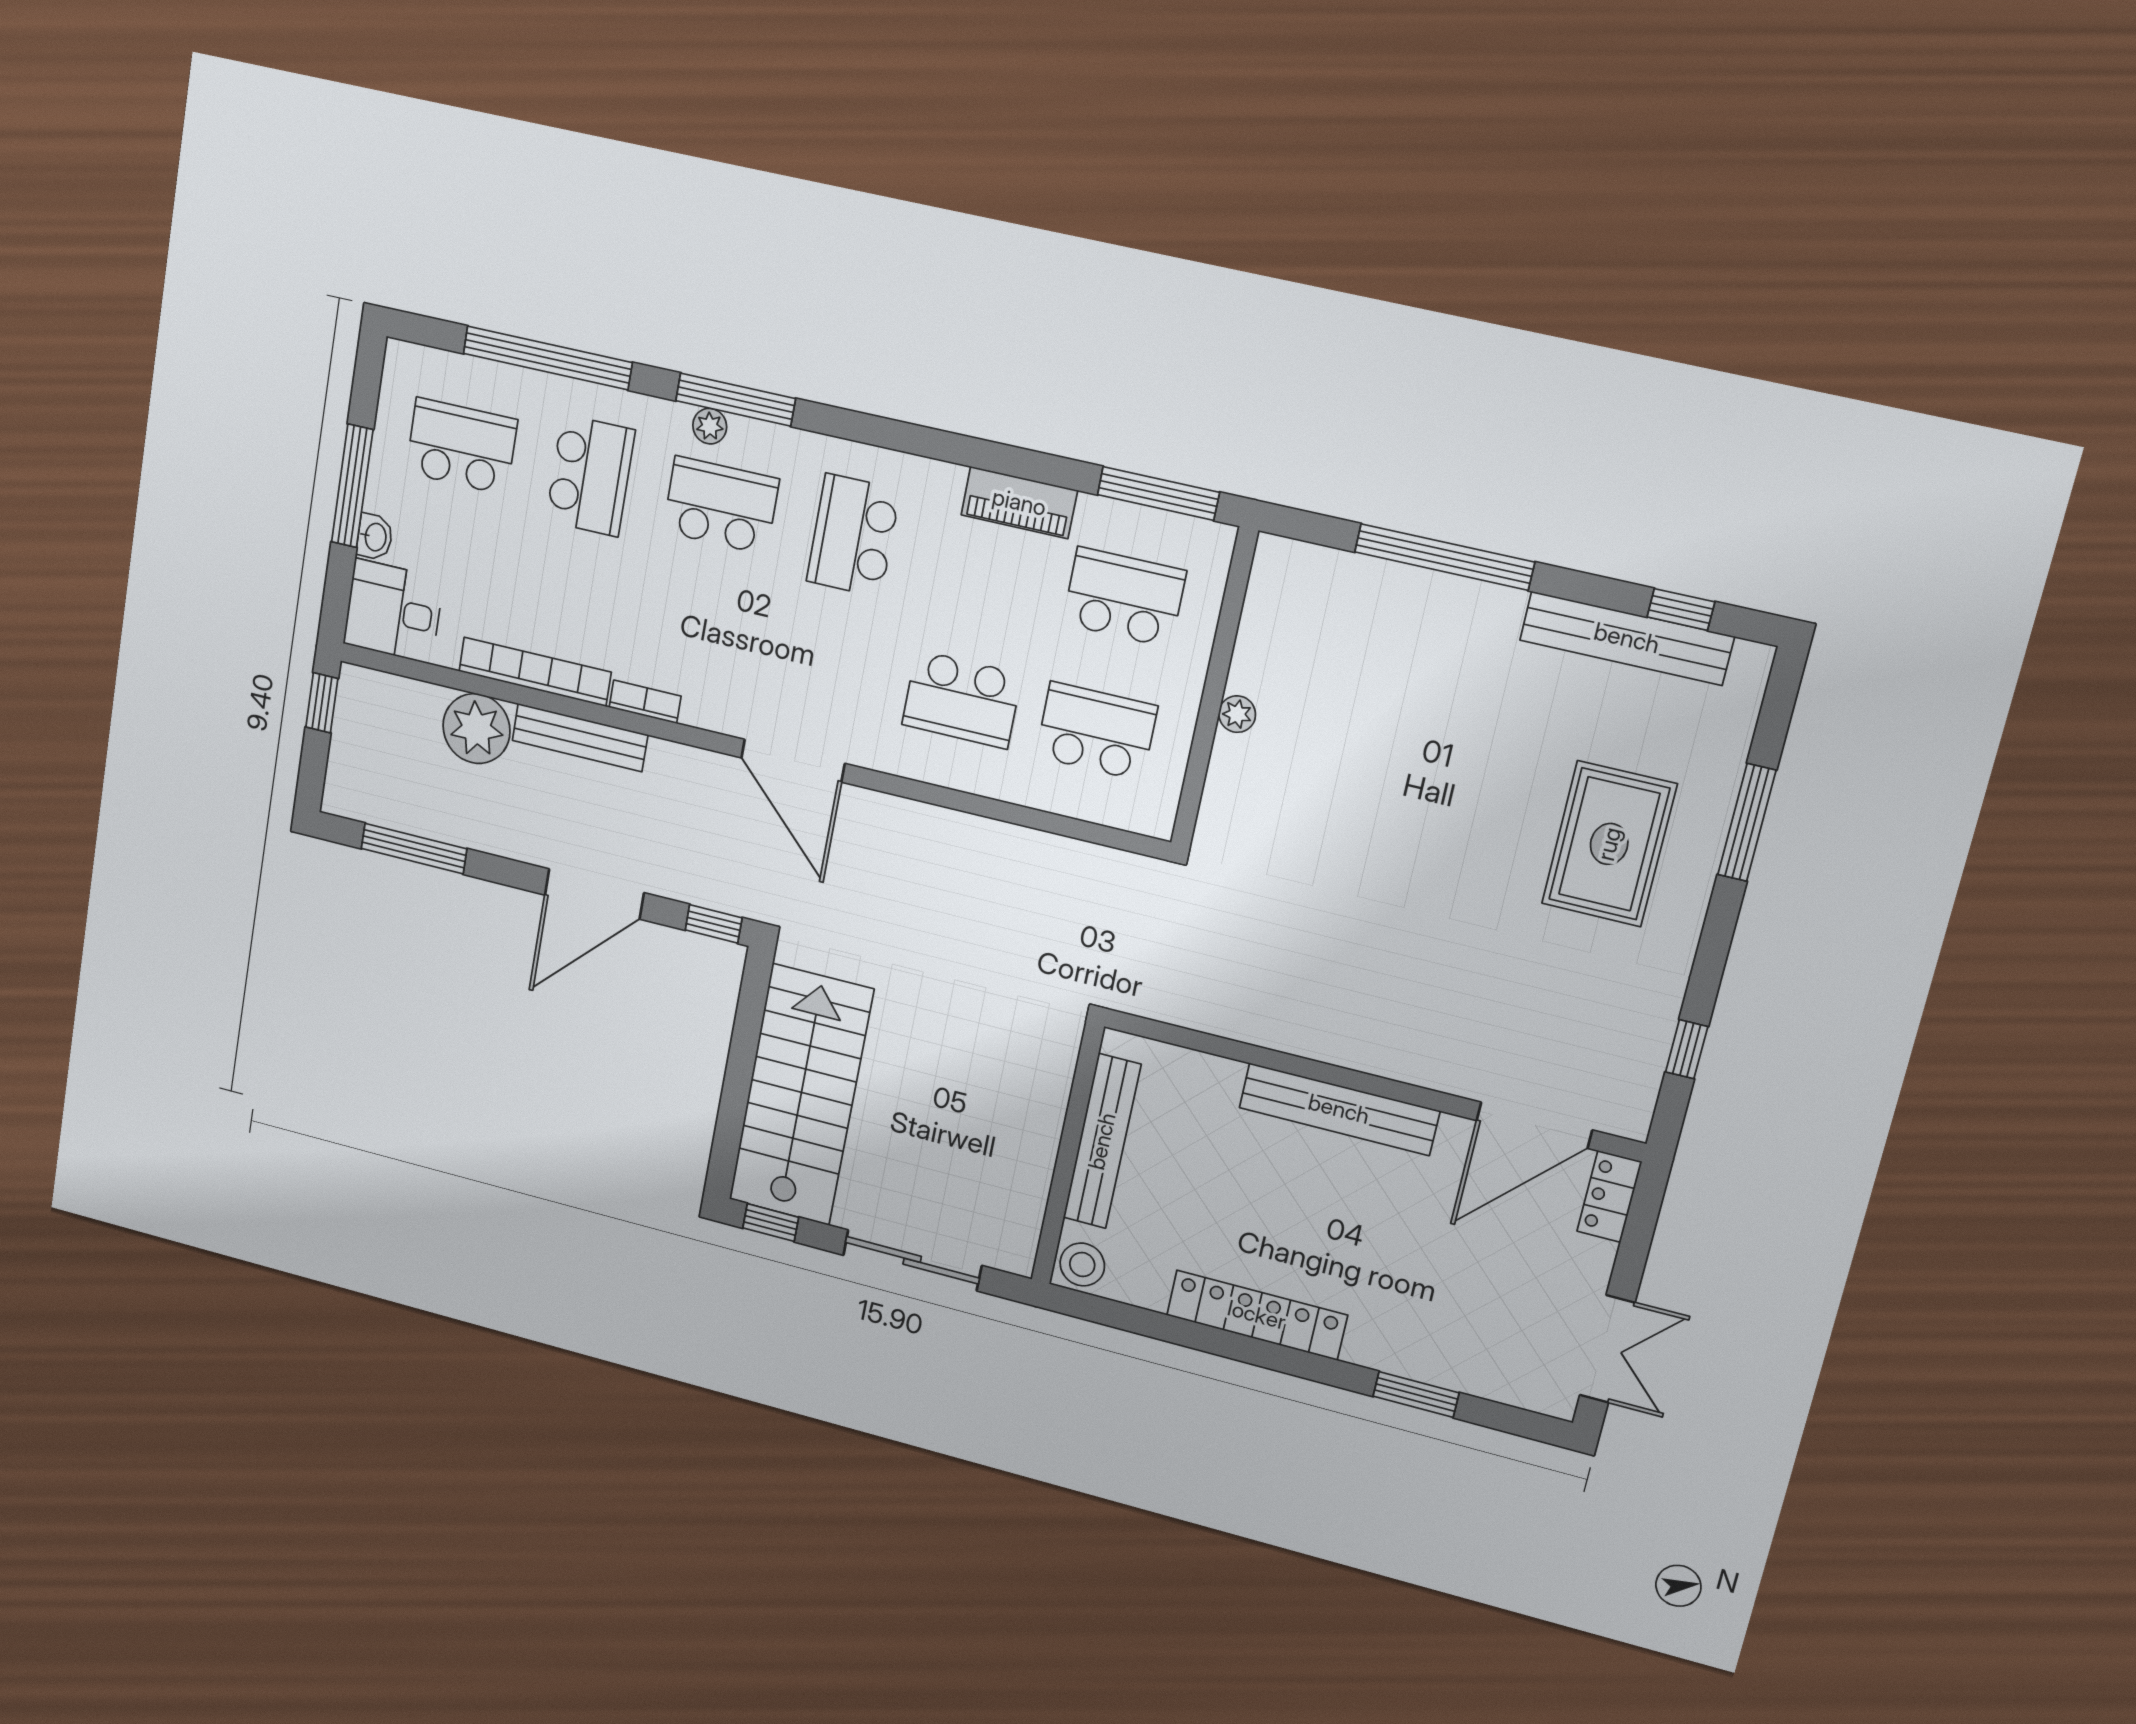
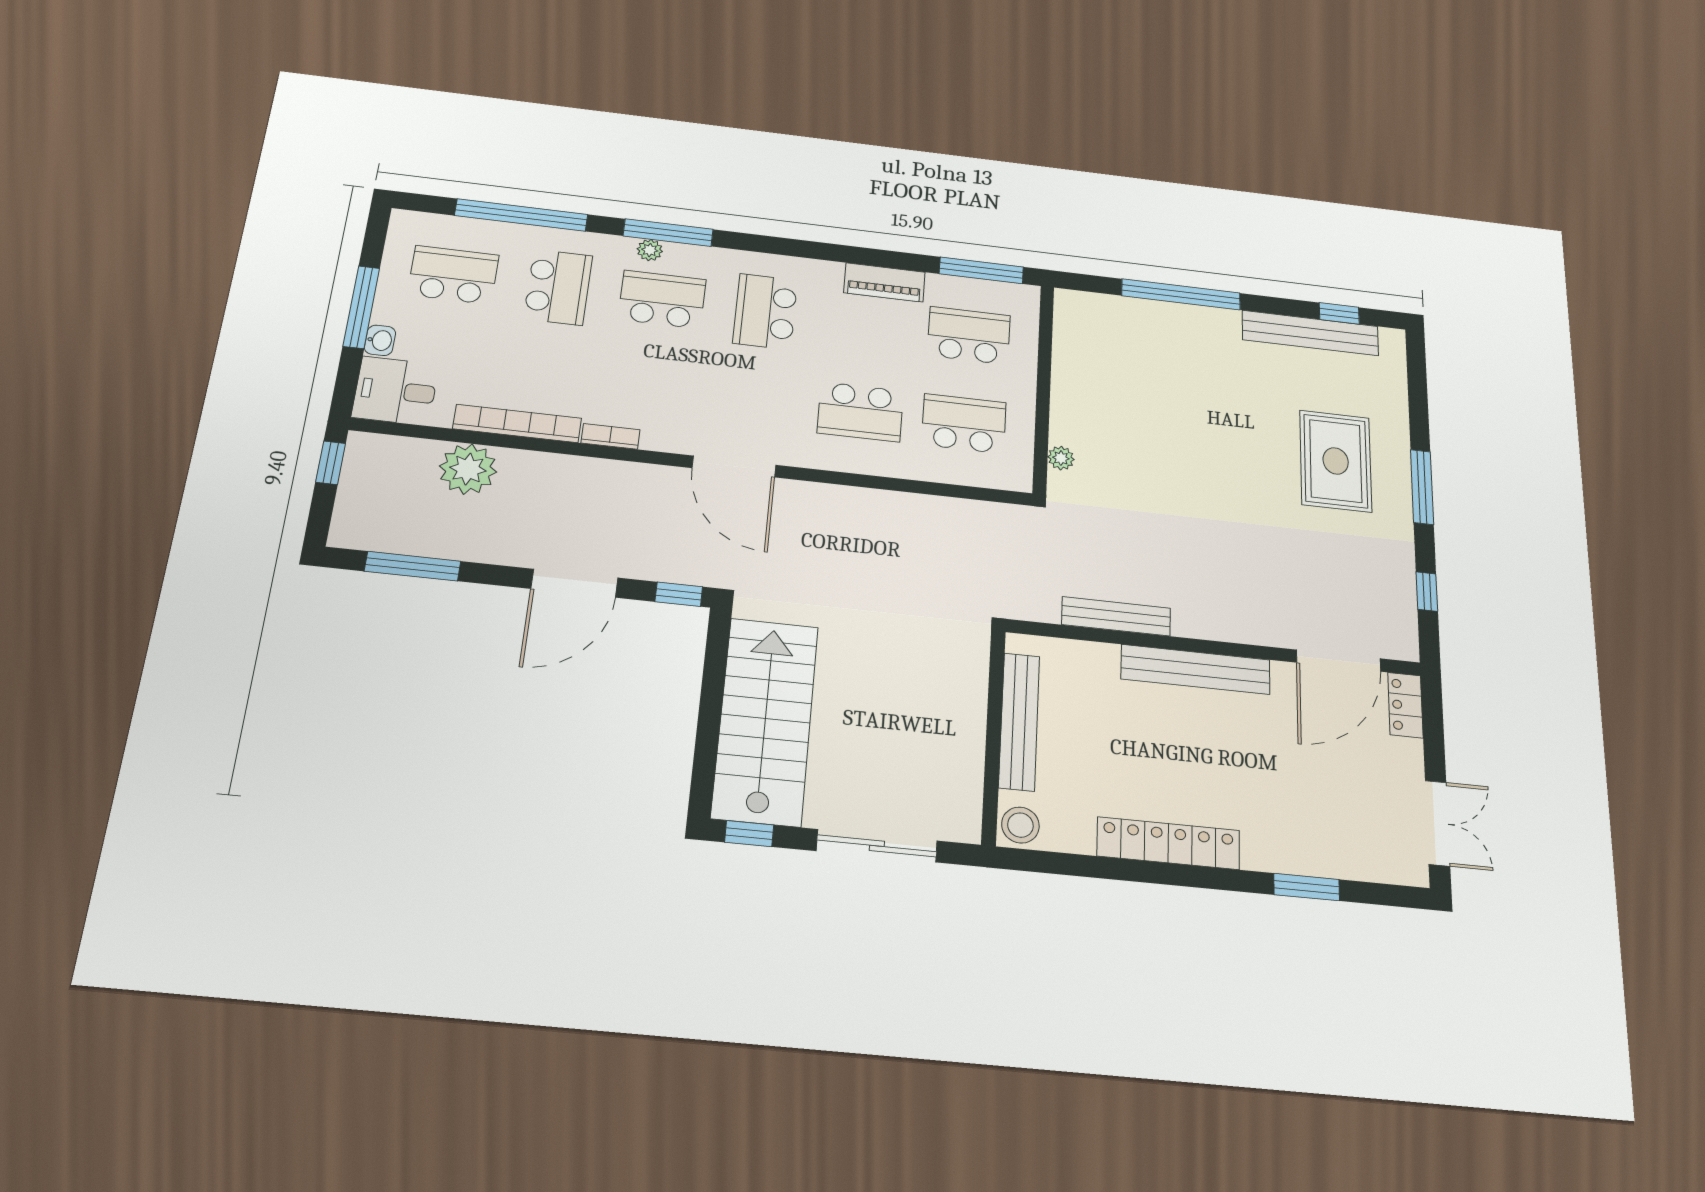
plant: (1237, 714) -> (1061, 458), moved
bench: (580, 738) -> (1116, 616), moved
window: (1747, 823) -> (1422, 487), moved

